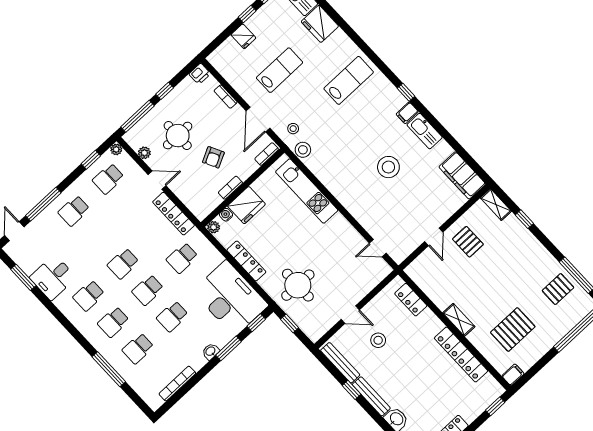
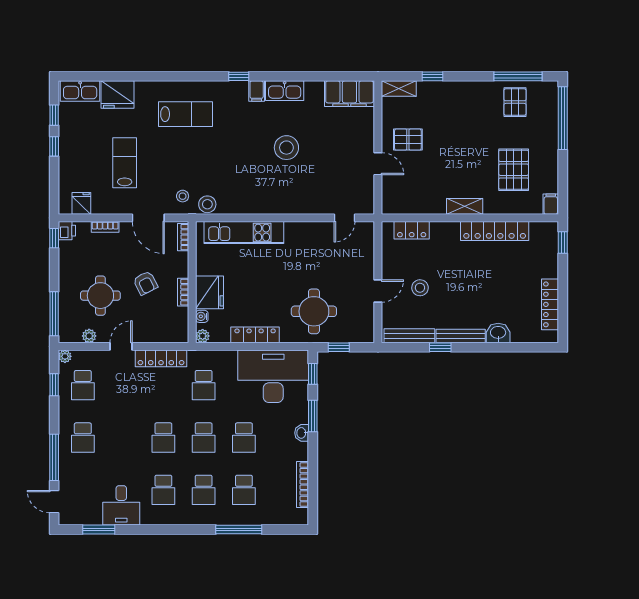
fridge: (243, 36) -> (81, 203), moved, turned -90
lab bench: (349, 80) -> (186, 114), turned 90
window: (165, 91) -> (54, 238), moved

